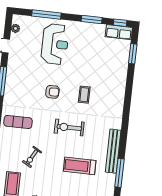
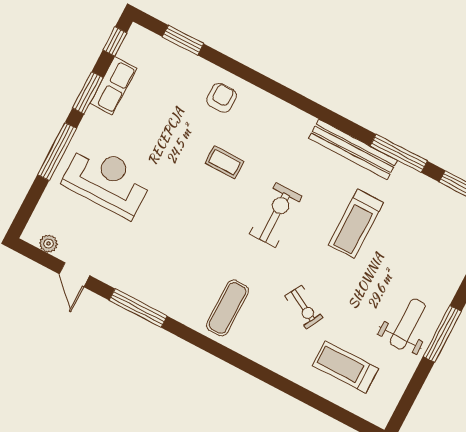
window: (46, 14) -> (57, 152), moved
row of seats: (119, 32) -> (113, 86), moved
armchair: (52, 92) -> (222, 98), moved
exercise bike: (69, 128) -> (276, 215), turned 180

